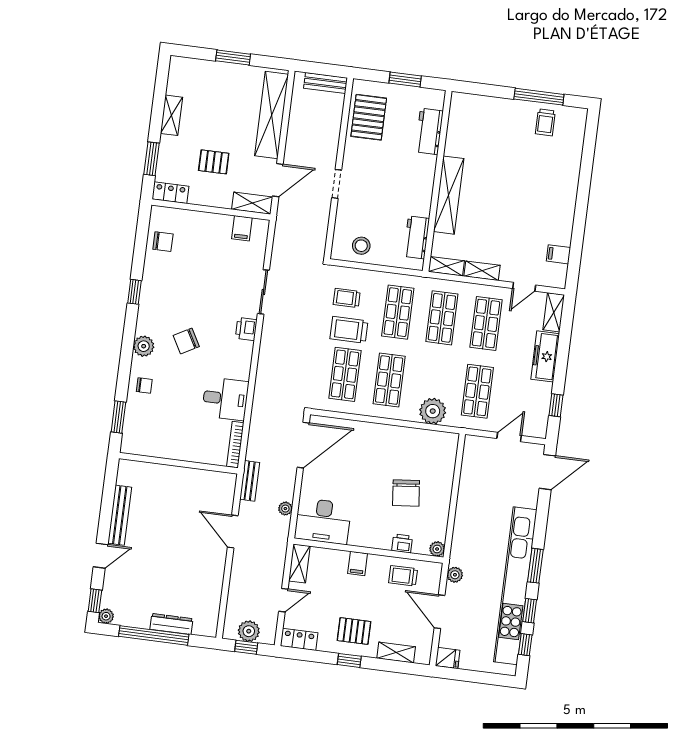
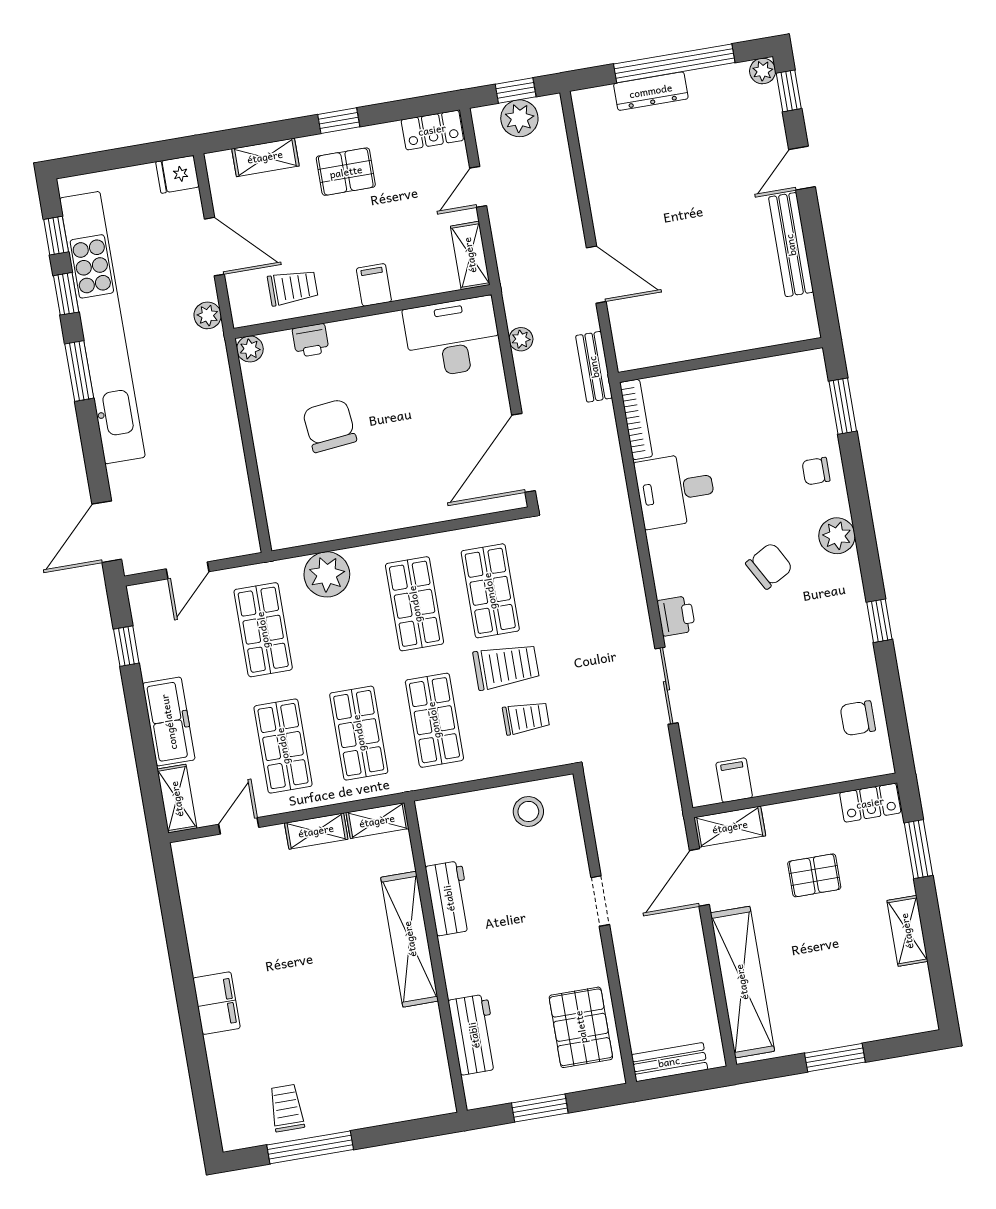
workbench: (416, 237) -> (449, 898), moved
filing cabinet: (558, 254) -> (217, 1003), moved, width x2.00

